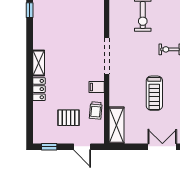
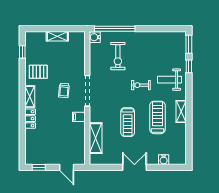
trolley: (96, 110) -> (64, 90), moved
pallet: (69, 118) -> (38, 72), moved
shelving: (116, 125) -> (96, 138), moved

